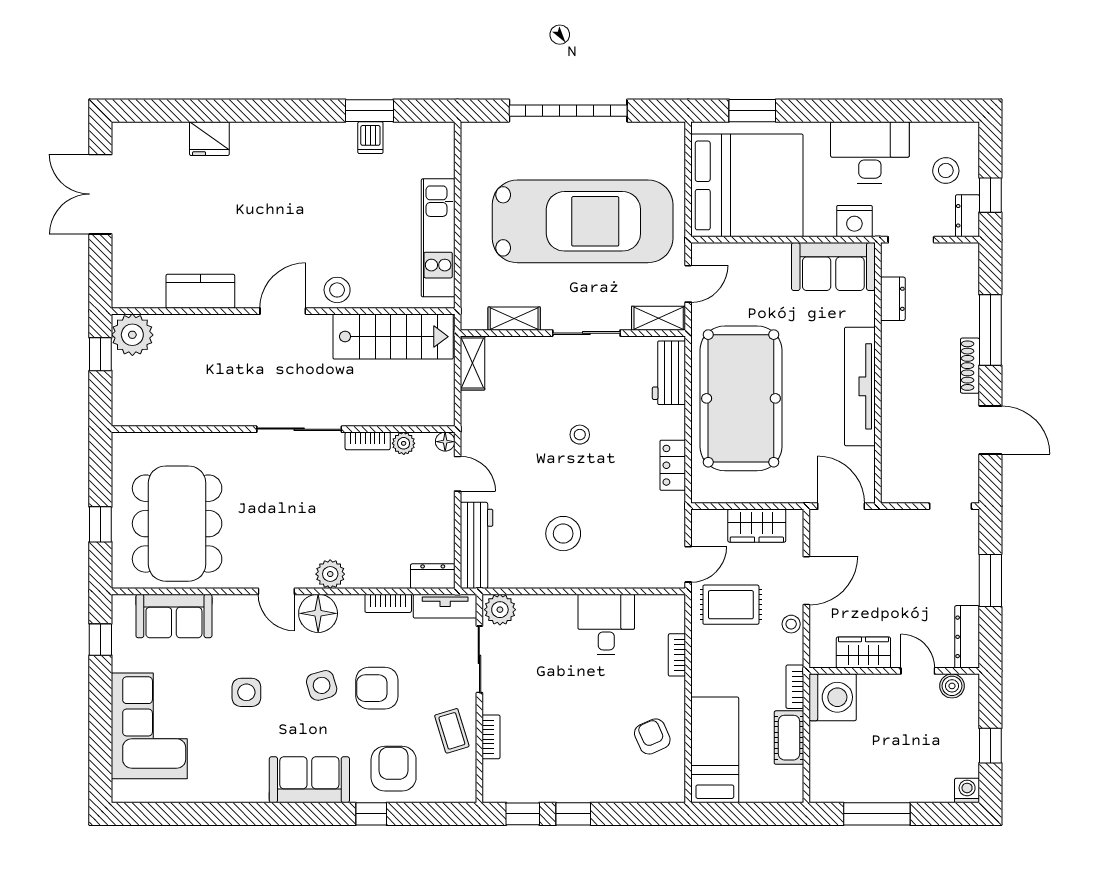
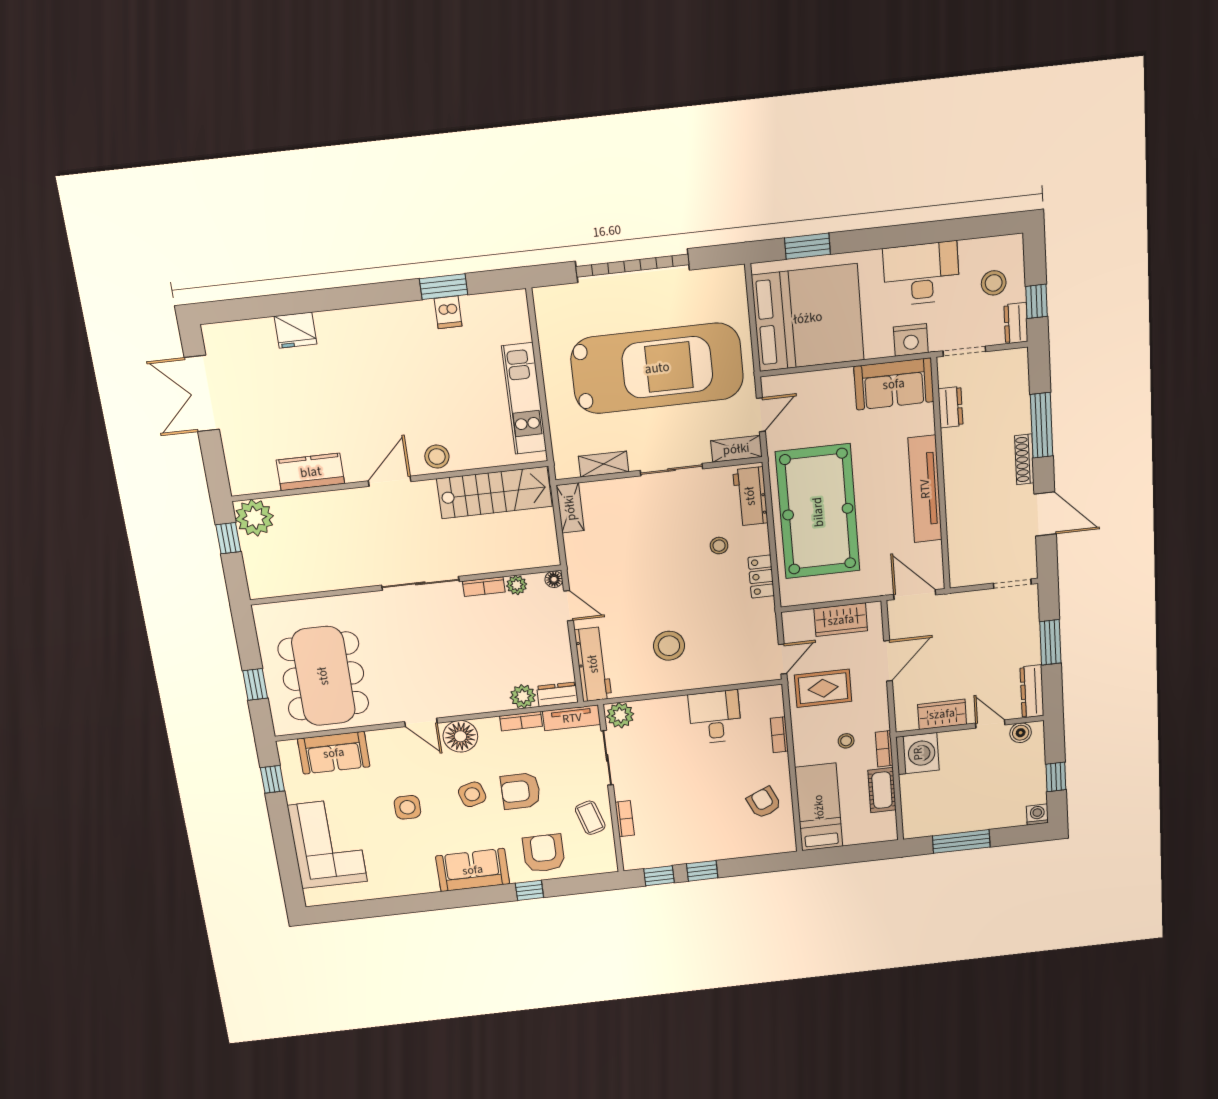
stool: (580, 435) -> (719, 546), moved
plant: (330, 574) -> (523, 696), moved
stool: (791, 624) -> (846, 741), moved

